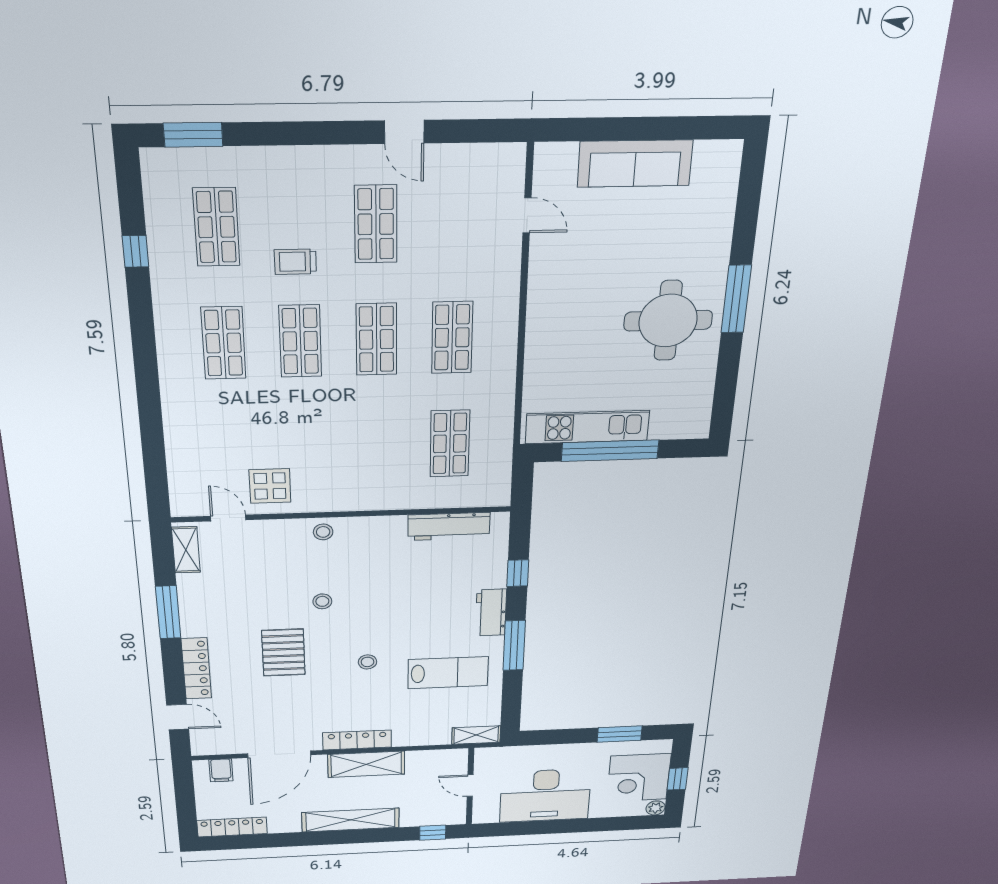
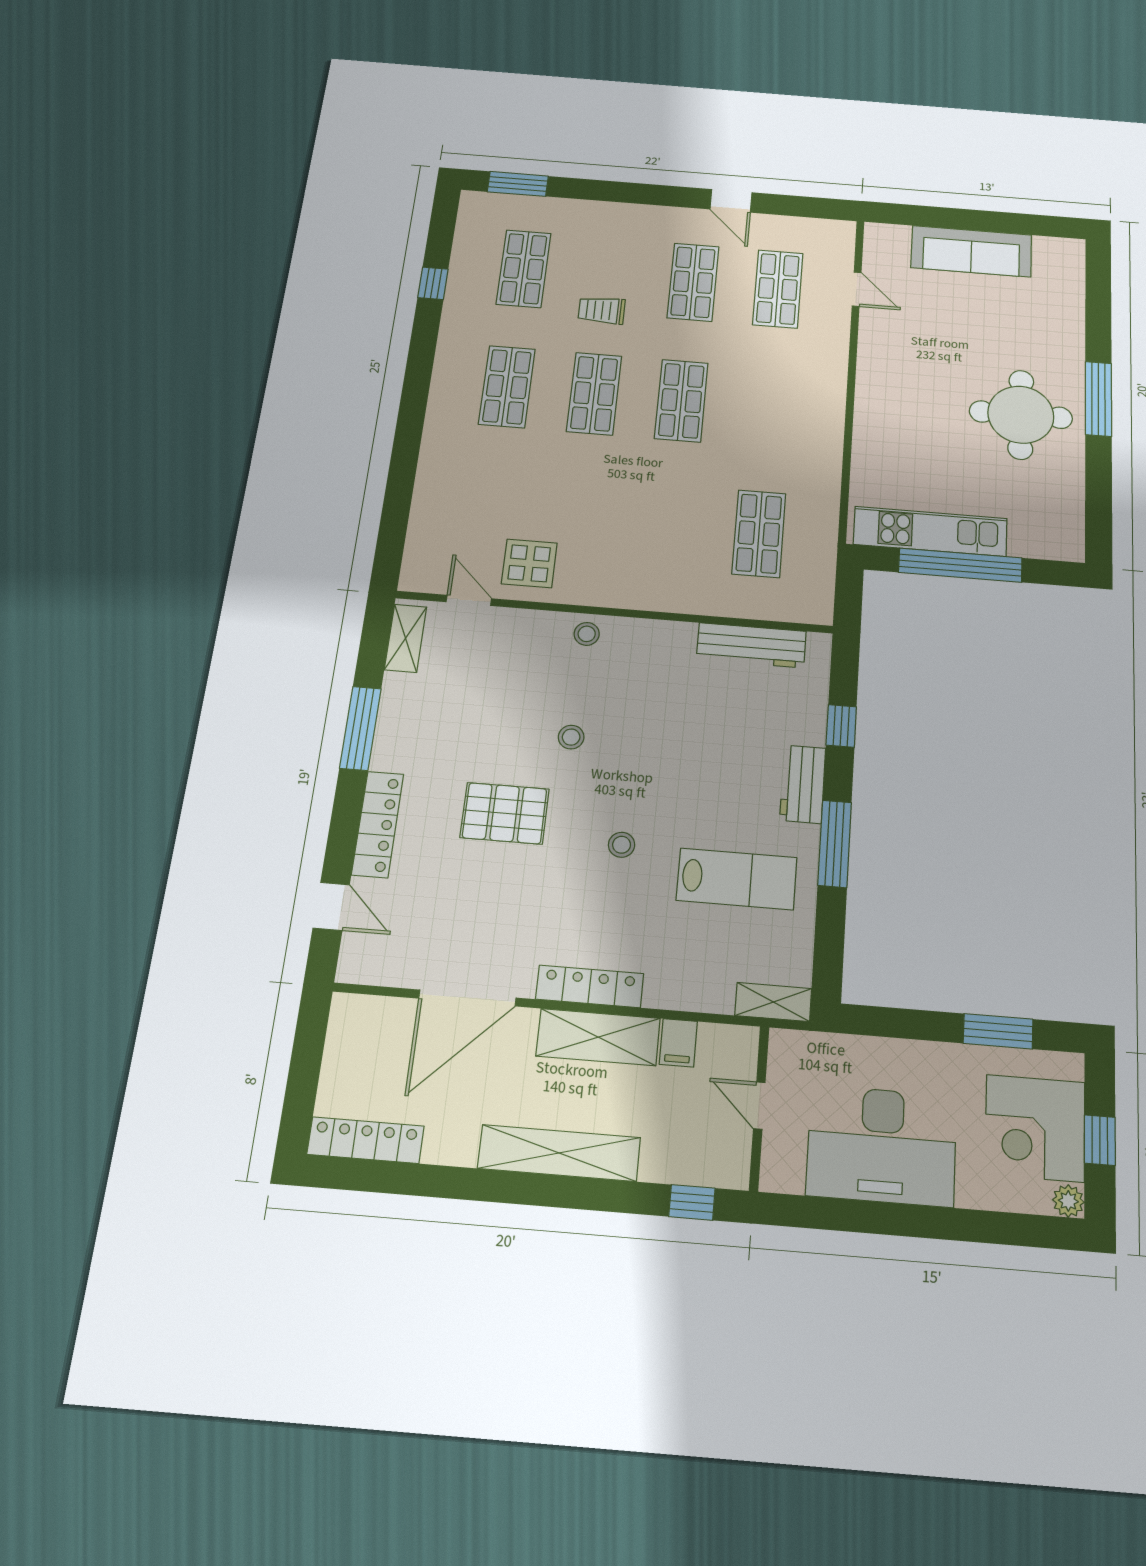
shop shelf: (452, 338) -> (778, 289), moved
pallet: (283, 653) -> (505, 813), turned 90
filing cabinet: (221, 770) -> (678, 1043), moved

